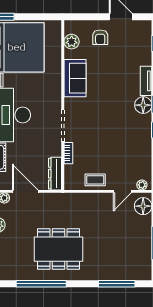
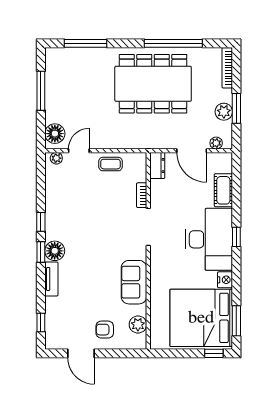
armchair: (100, 37) -> (105, 330), turned -90
dresser: (55, 174) -> (157, 165), width x0.70
dining table: (59, 249) -> (153, 84), width x1.36, depth x1.24

